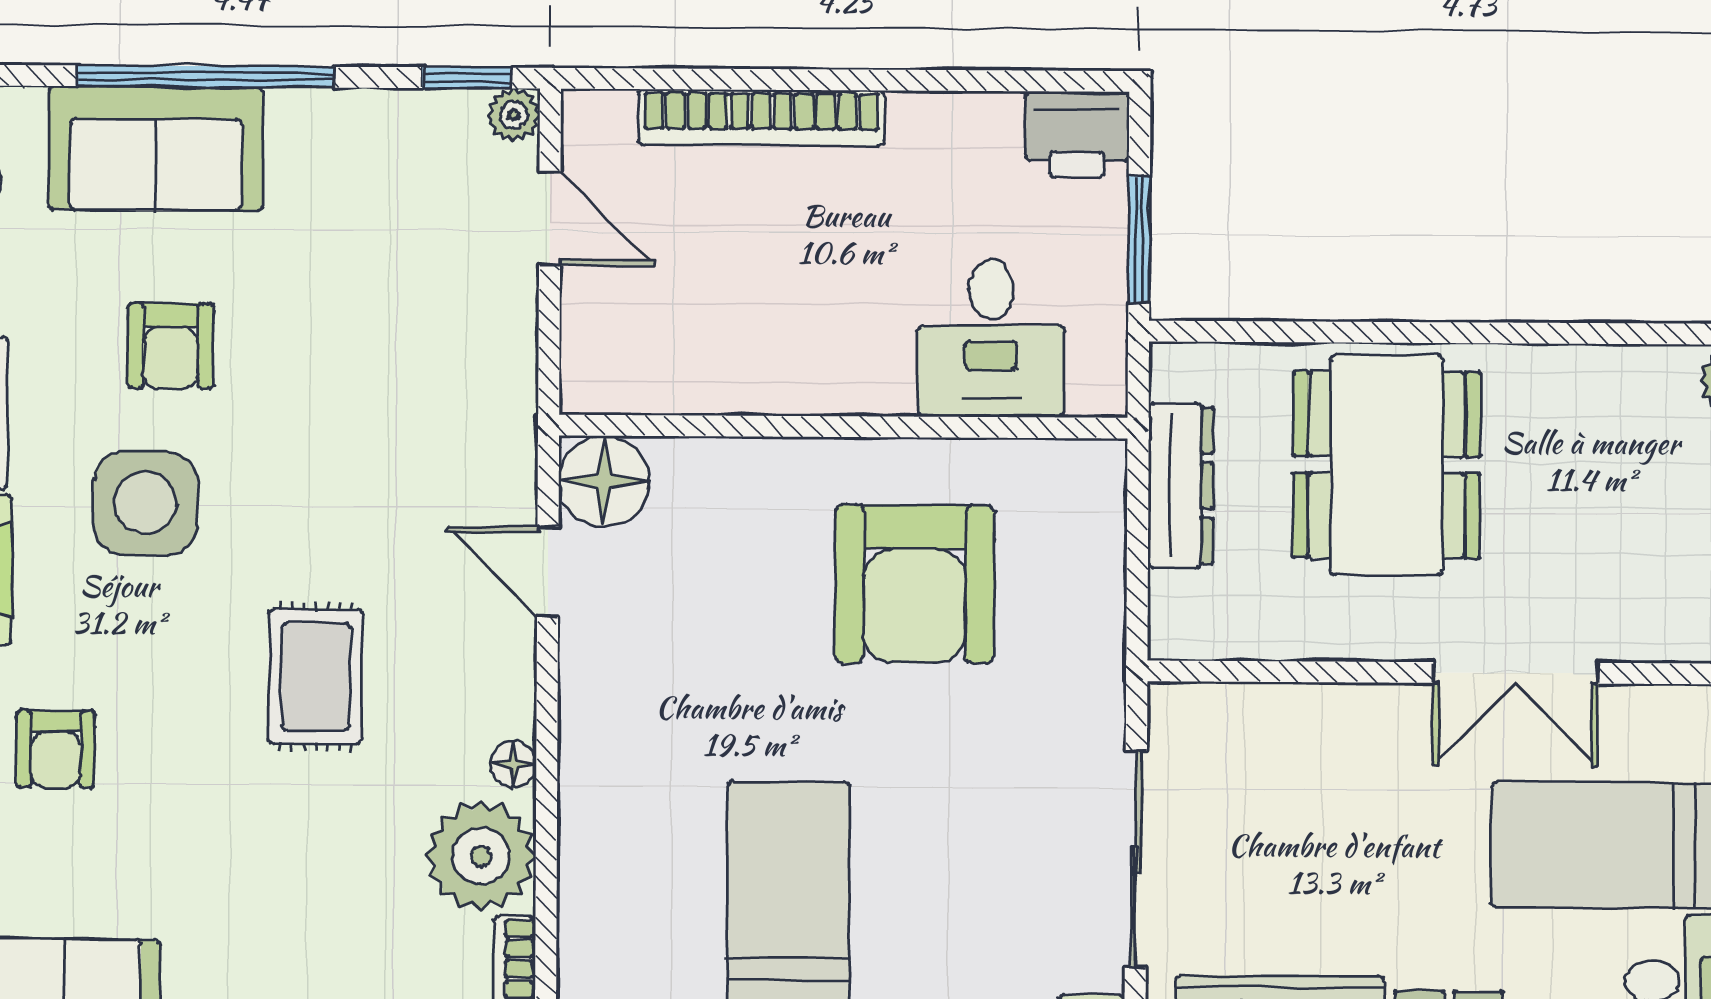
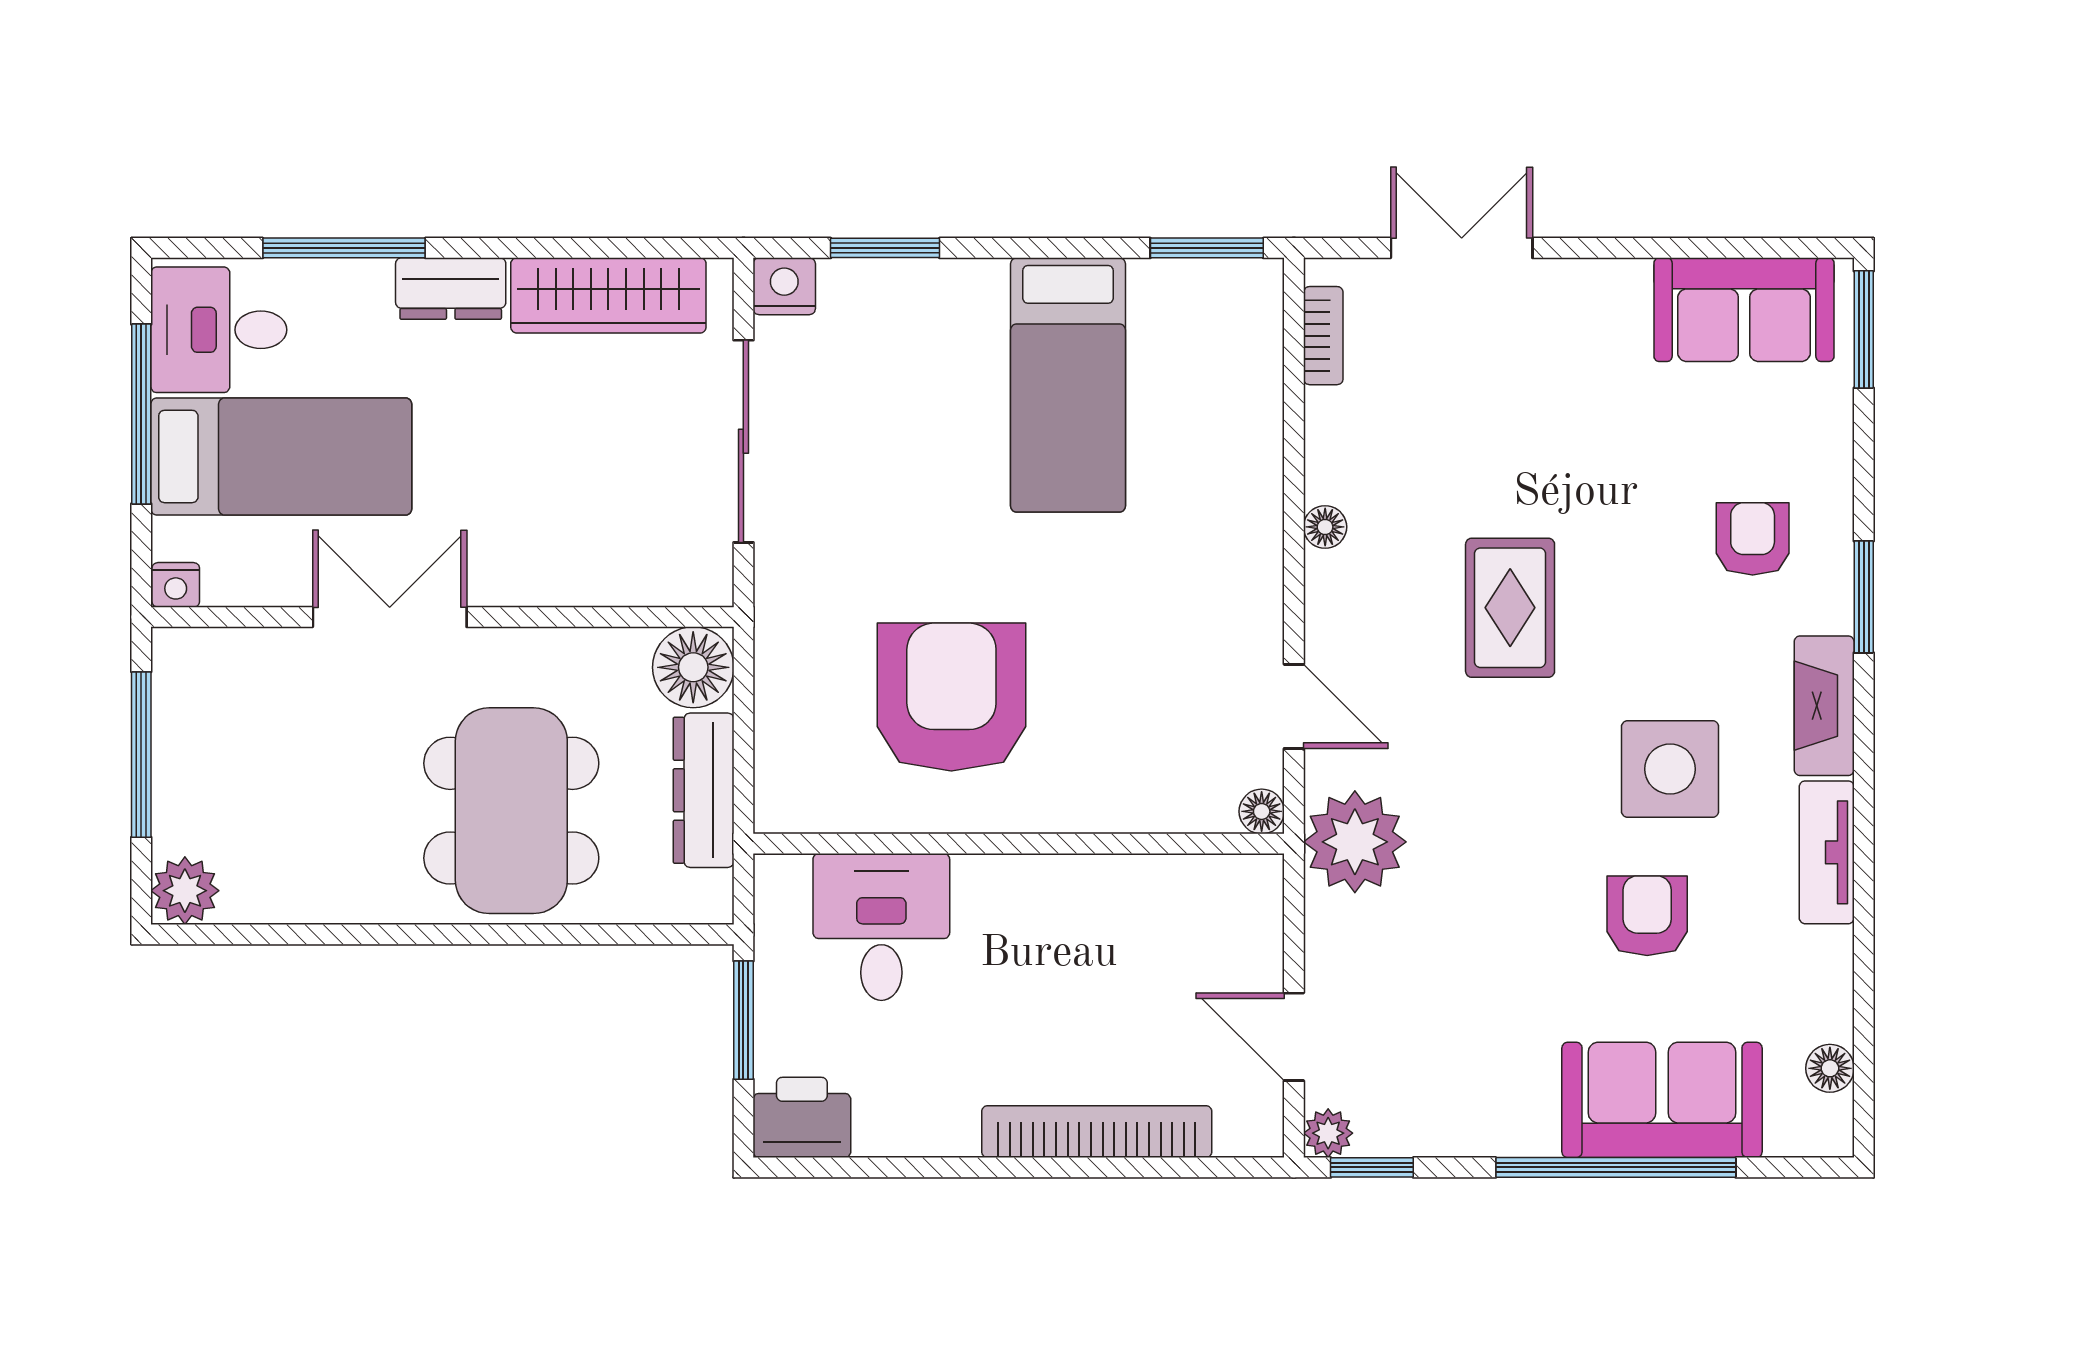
floor lamp: (604, 481) -> (1262, 811), width x0.53, depth x0.53
floor lamp: (1191, 617) -> (693, 667), added
plant: (481, 856) -> (1355, 842), moved

